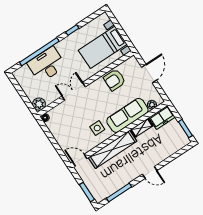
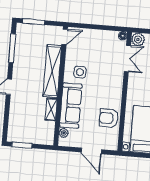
armchair: (115, 80) -> (109, 118), turned -90
double door: (74, 91) -> (127, 58), moved
freezer: (162, 117) -> (47, 133), removed

